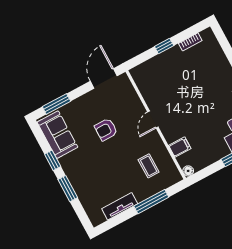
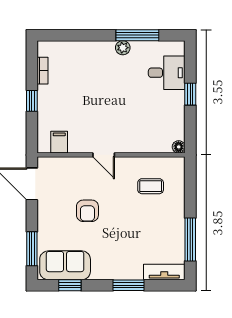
filing cabinet: (180, 147) -> (59, 142), moved
window: (53, 160) -> (70, 285), moved
window: (151, 202) -> (190, 239), moved
tv unit: (120, 206) -> (164, 272), moved, turned 90

